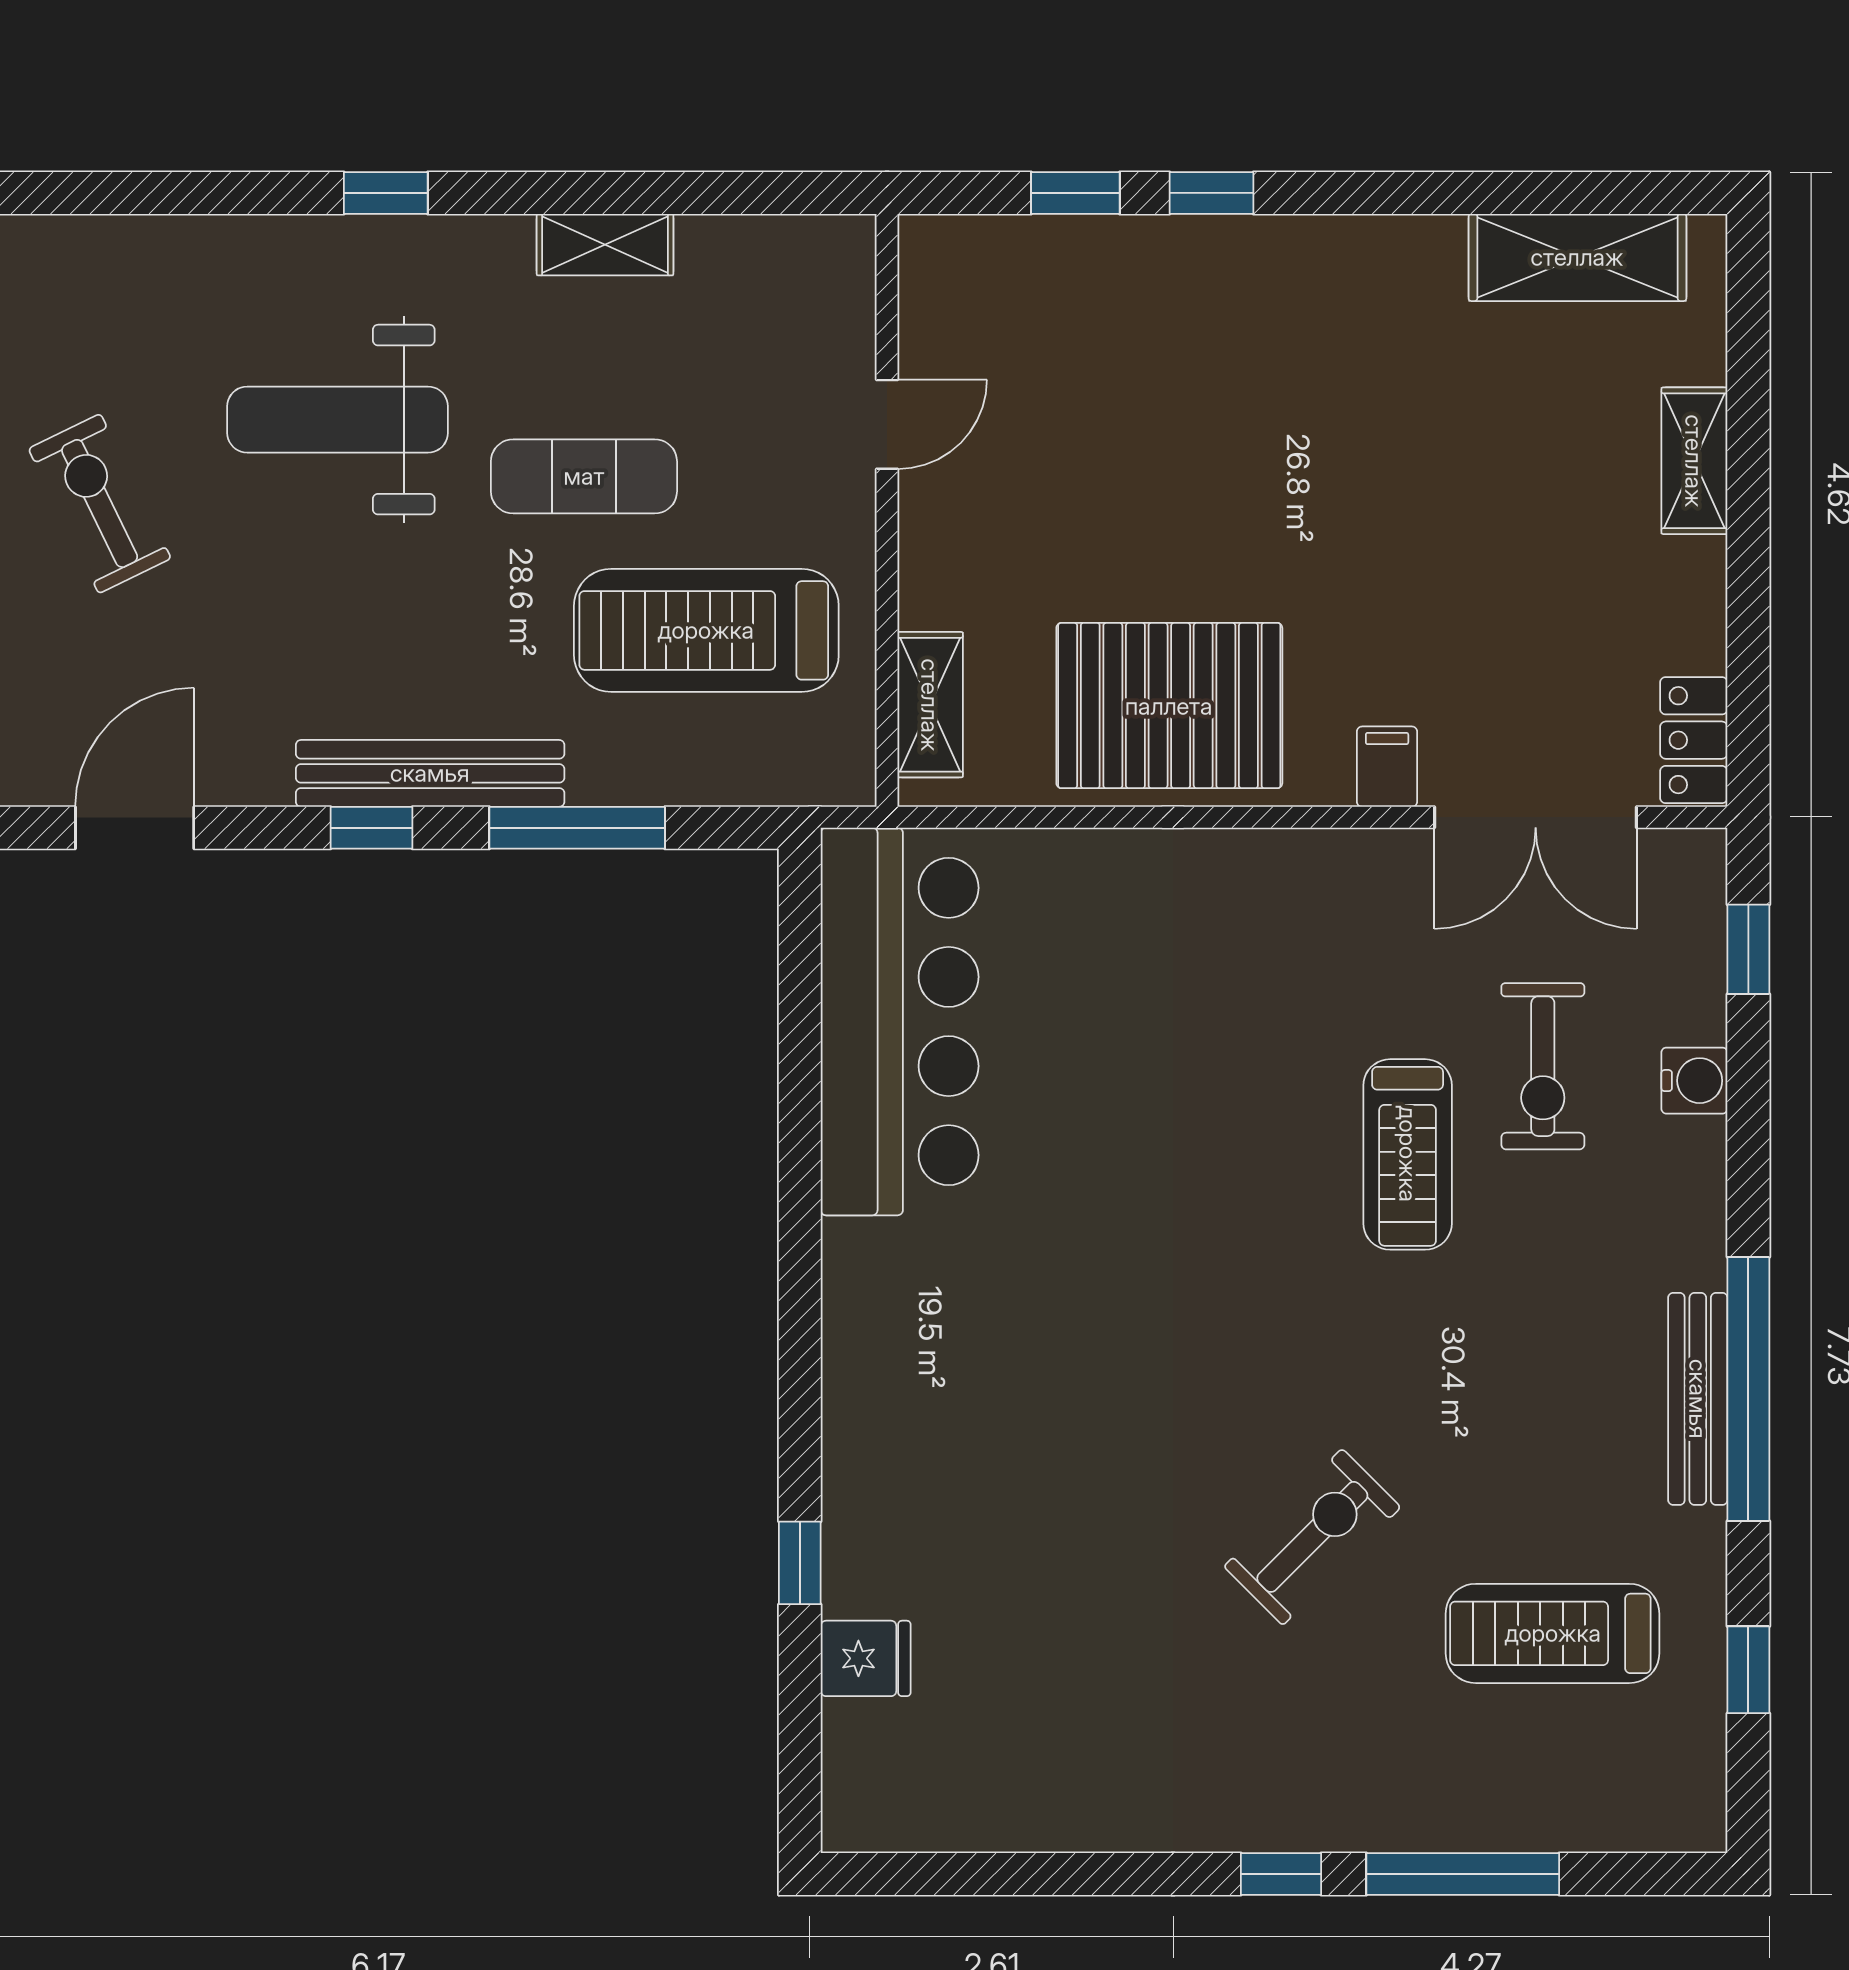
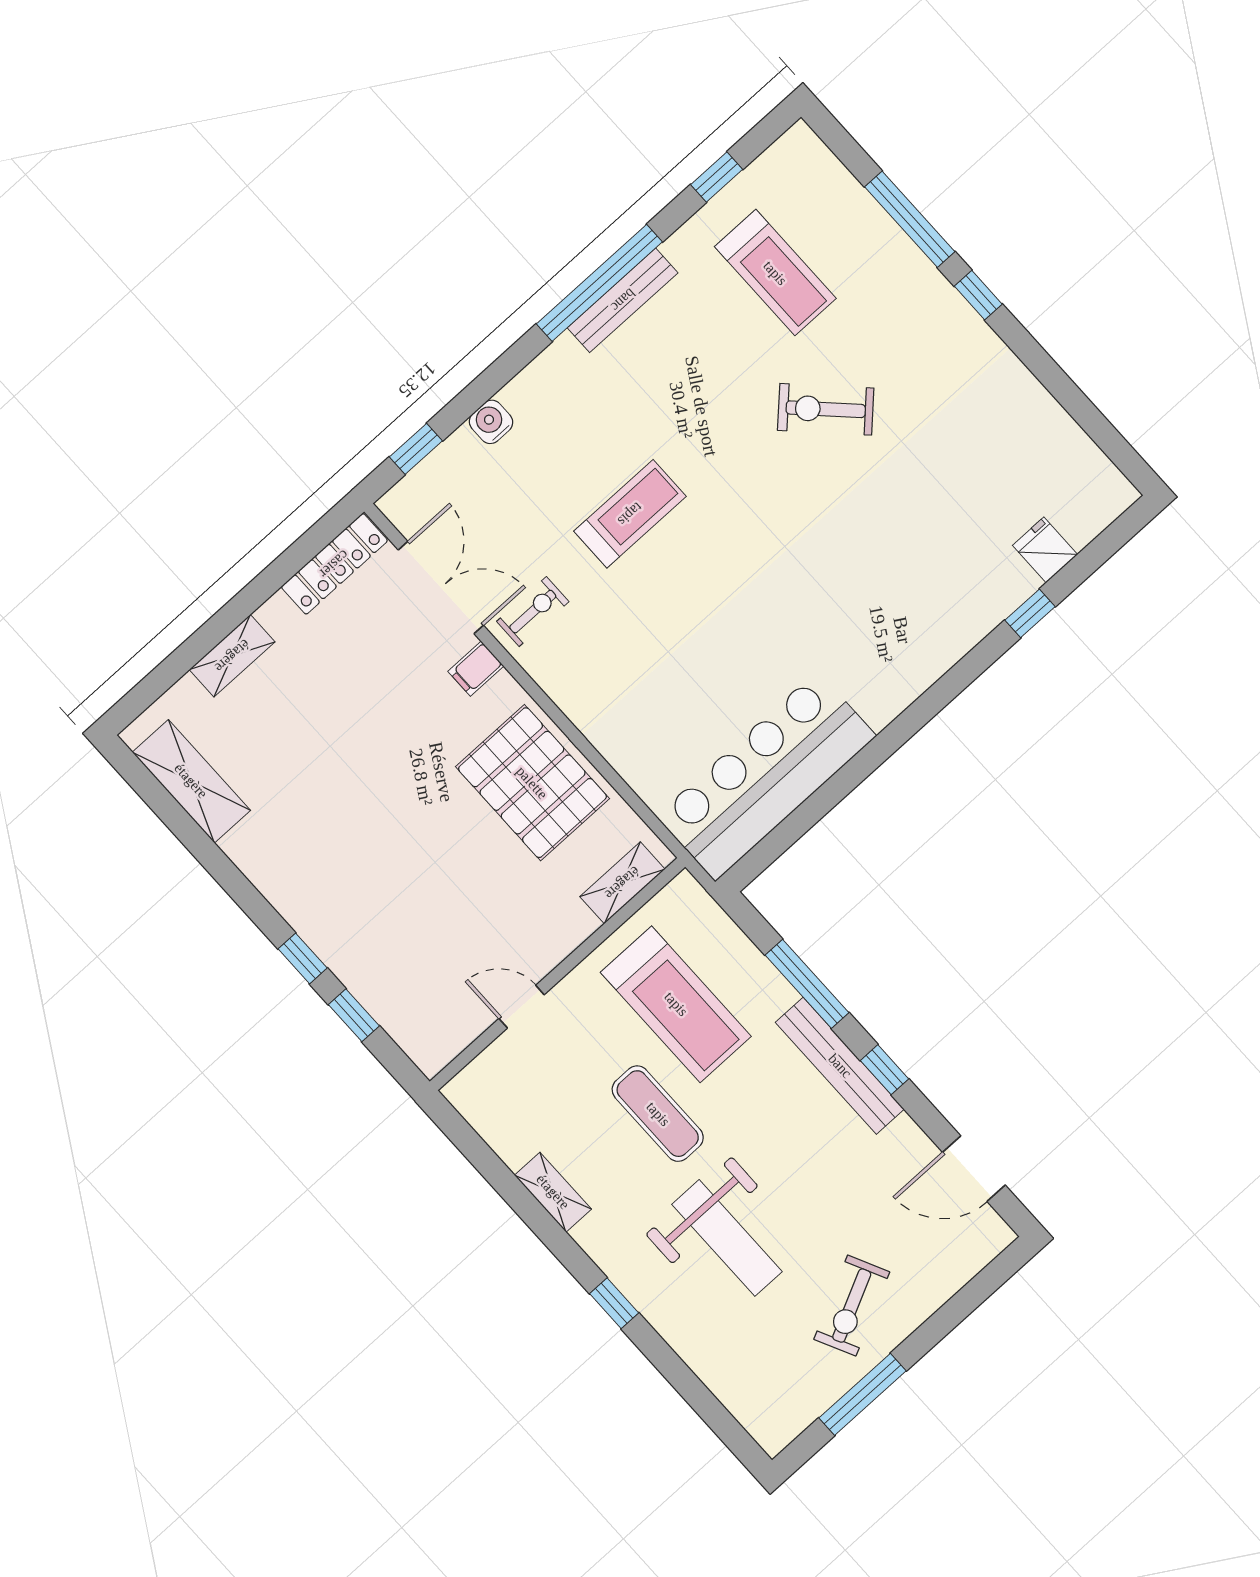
locker: (1694, 740) -> (334, 564), width x1.53
exercise bike: (1543, 1066) -> (533, 612), moved, width x0.73, depth x0.72

